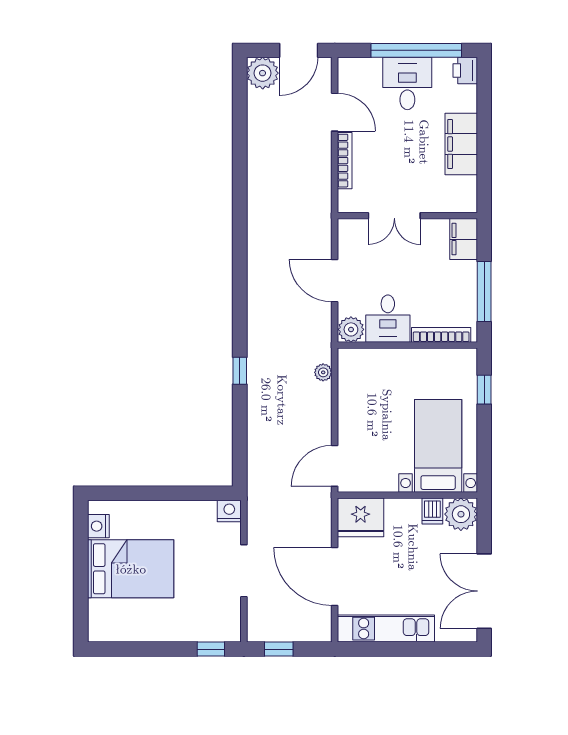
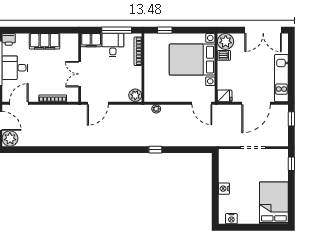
door: (335, 112) -> (19, 103), moved
double door: (394, 216) -> (80, 74), swing flipped
door: (335, 281) -> (98, 103), moved
desk: (388, 319) -> (113, 45), moved, turned -90
bed with nightstands: (438, 446) -> (192, 60), width x1.36
nightstand: (229, 511) -> (224, 189), moved
fridge: (361, 517) -> (225, 96), width x0.53, depth x0.75
bed: (131, 569) -> (274, 203), moved
window: (279, 649) -> (291, 119), moved

